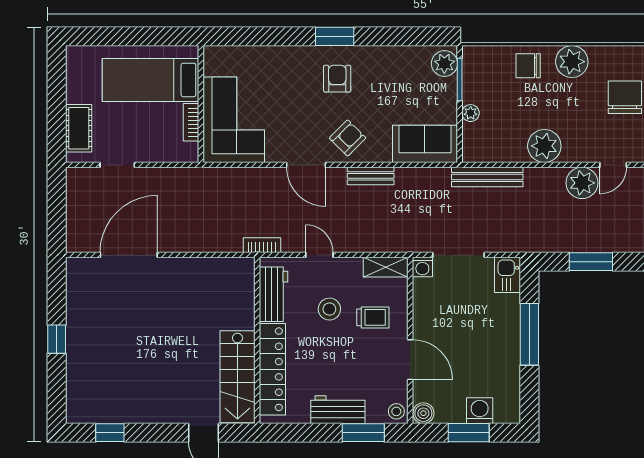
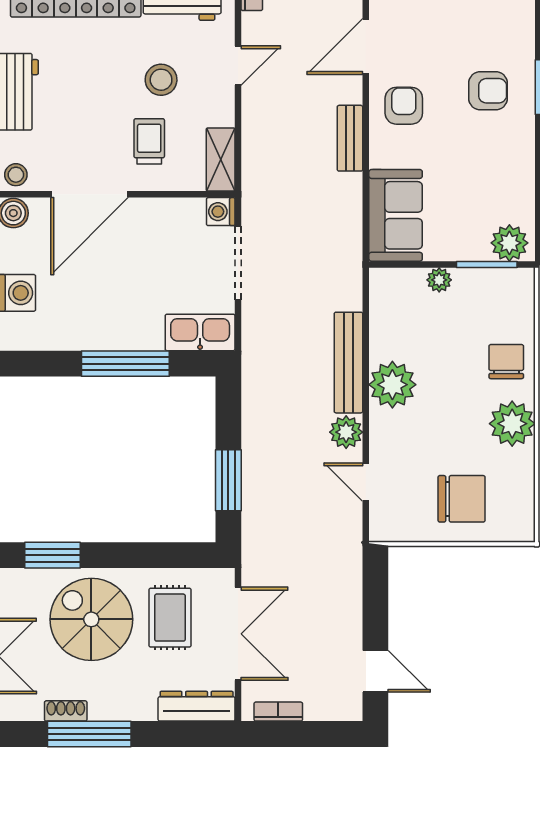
armchair: (348, 138) -> (404, 106), turned -135
bench: (487, 177) -> (348, 363), moved
plant: (582, 183) -> (346, 432), width x0.73, depth x0.73
window: (591, 262) -> (228, 480), moved
kitchen sink: (508, 275) -> (200, 332), width x1.38
trolley: (373, 317) -> (149, 141), turned 180
door: (410, 360) -> (89, 194), width x1.36

